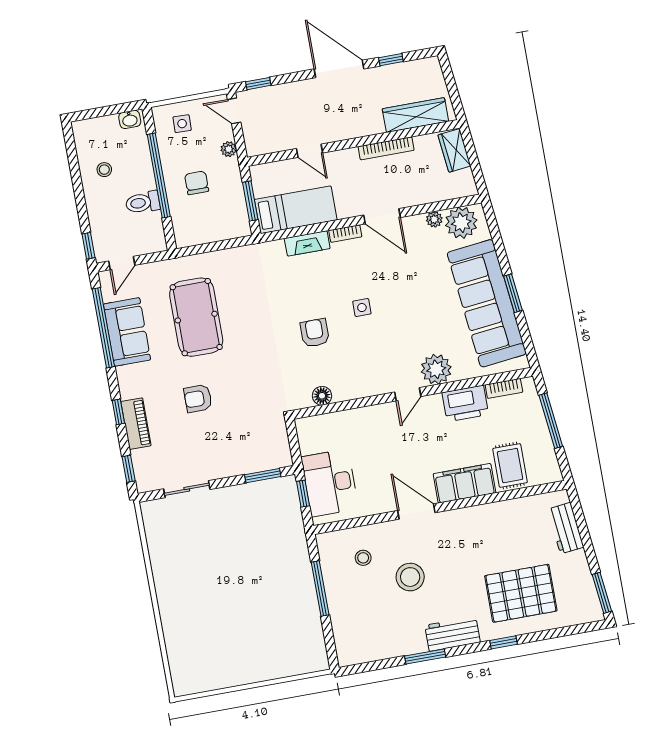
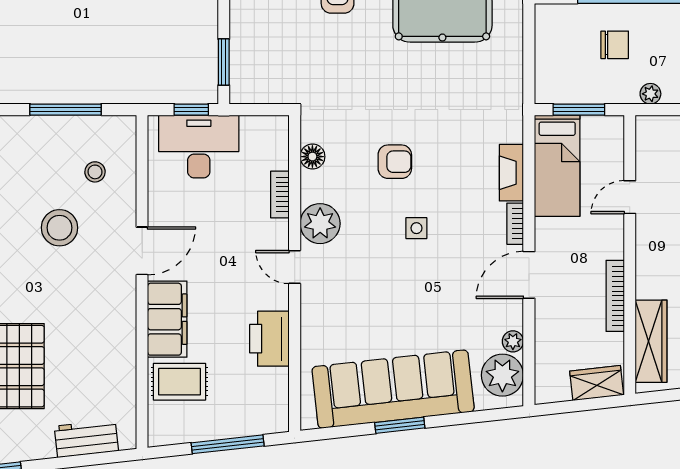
plant: (436, 369) -> (320, 224), moved
bookcase: (504, 388) -> (280, 194), moved

